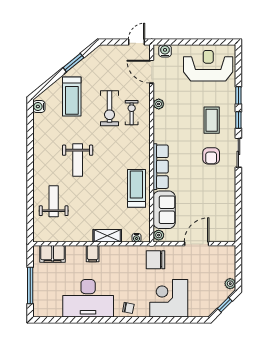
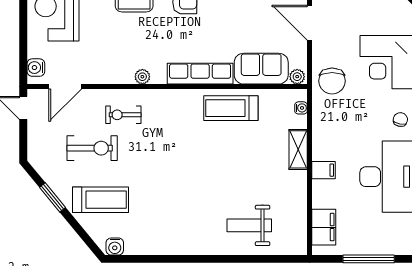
plant: (159, 104) -> (142, 77), moved
exercise bike: (110, 108) -> (92, 148), moved
weight bench: (78, 160) -> (191, 192), removed

